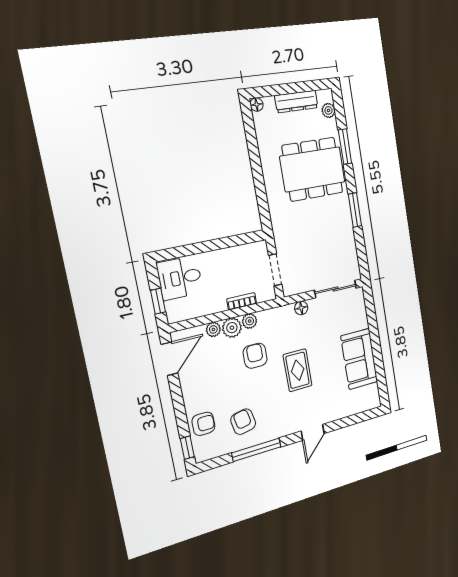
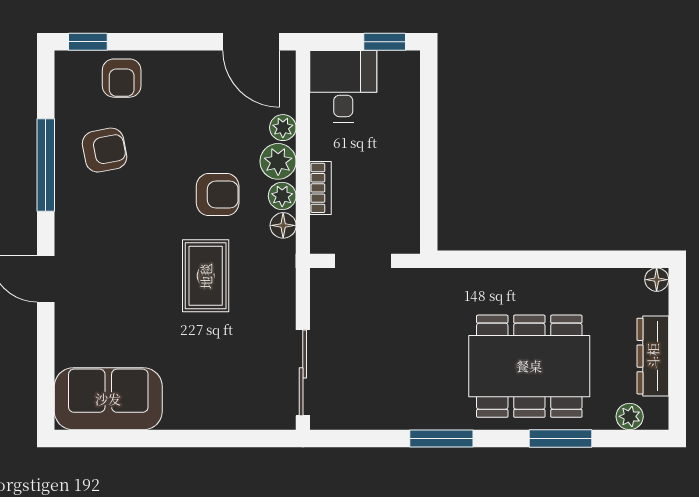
dining table: (313, 169) -> (529, 366), turned 90
desk: (180, 278) -> (343, 87), moved
window: (158, 301) -> (385, 42), moved
floor lamp: (301, 308) -> (283, 225), moved
sofa: (359, 359) -> (108, 399), moved
rug: (298, 370) -> (206, 276), moved, turned 90

